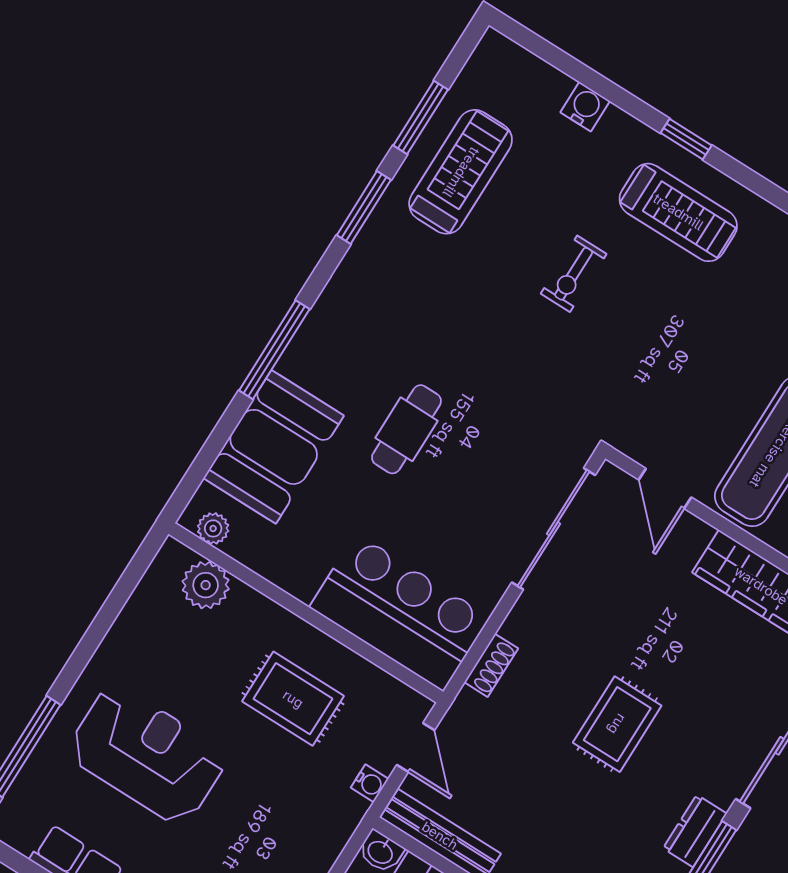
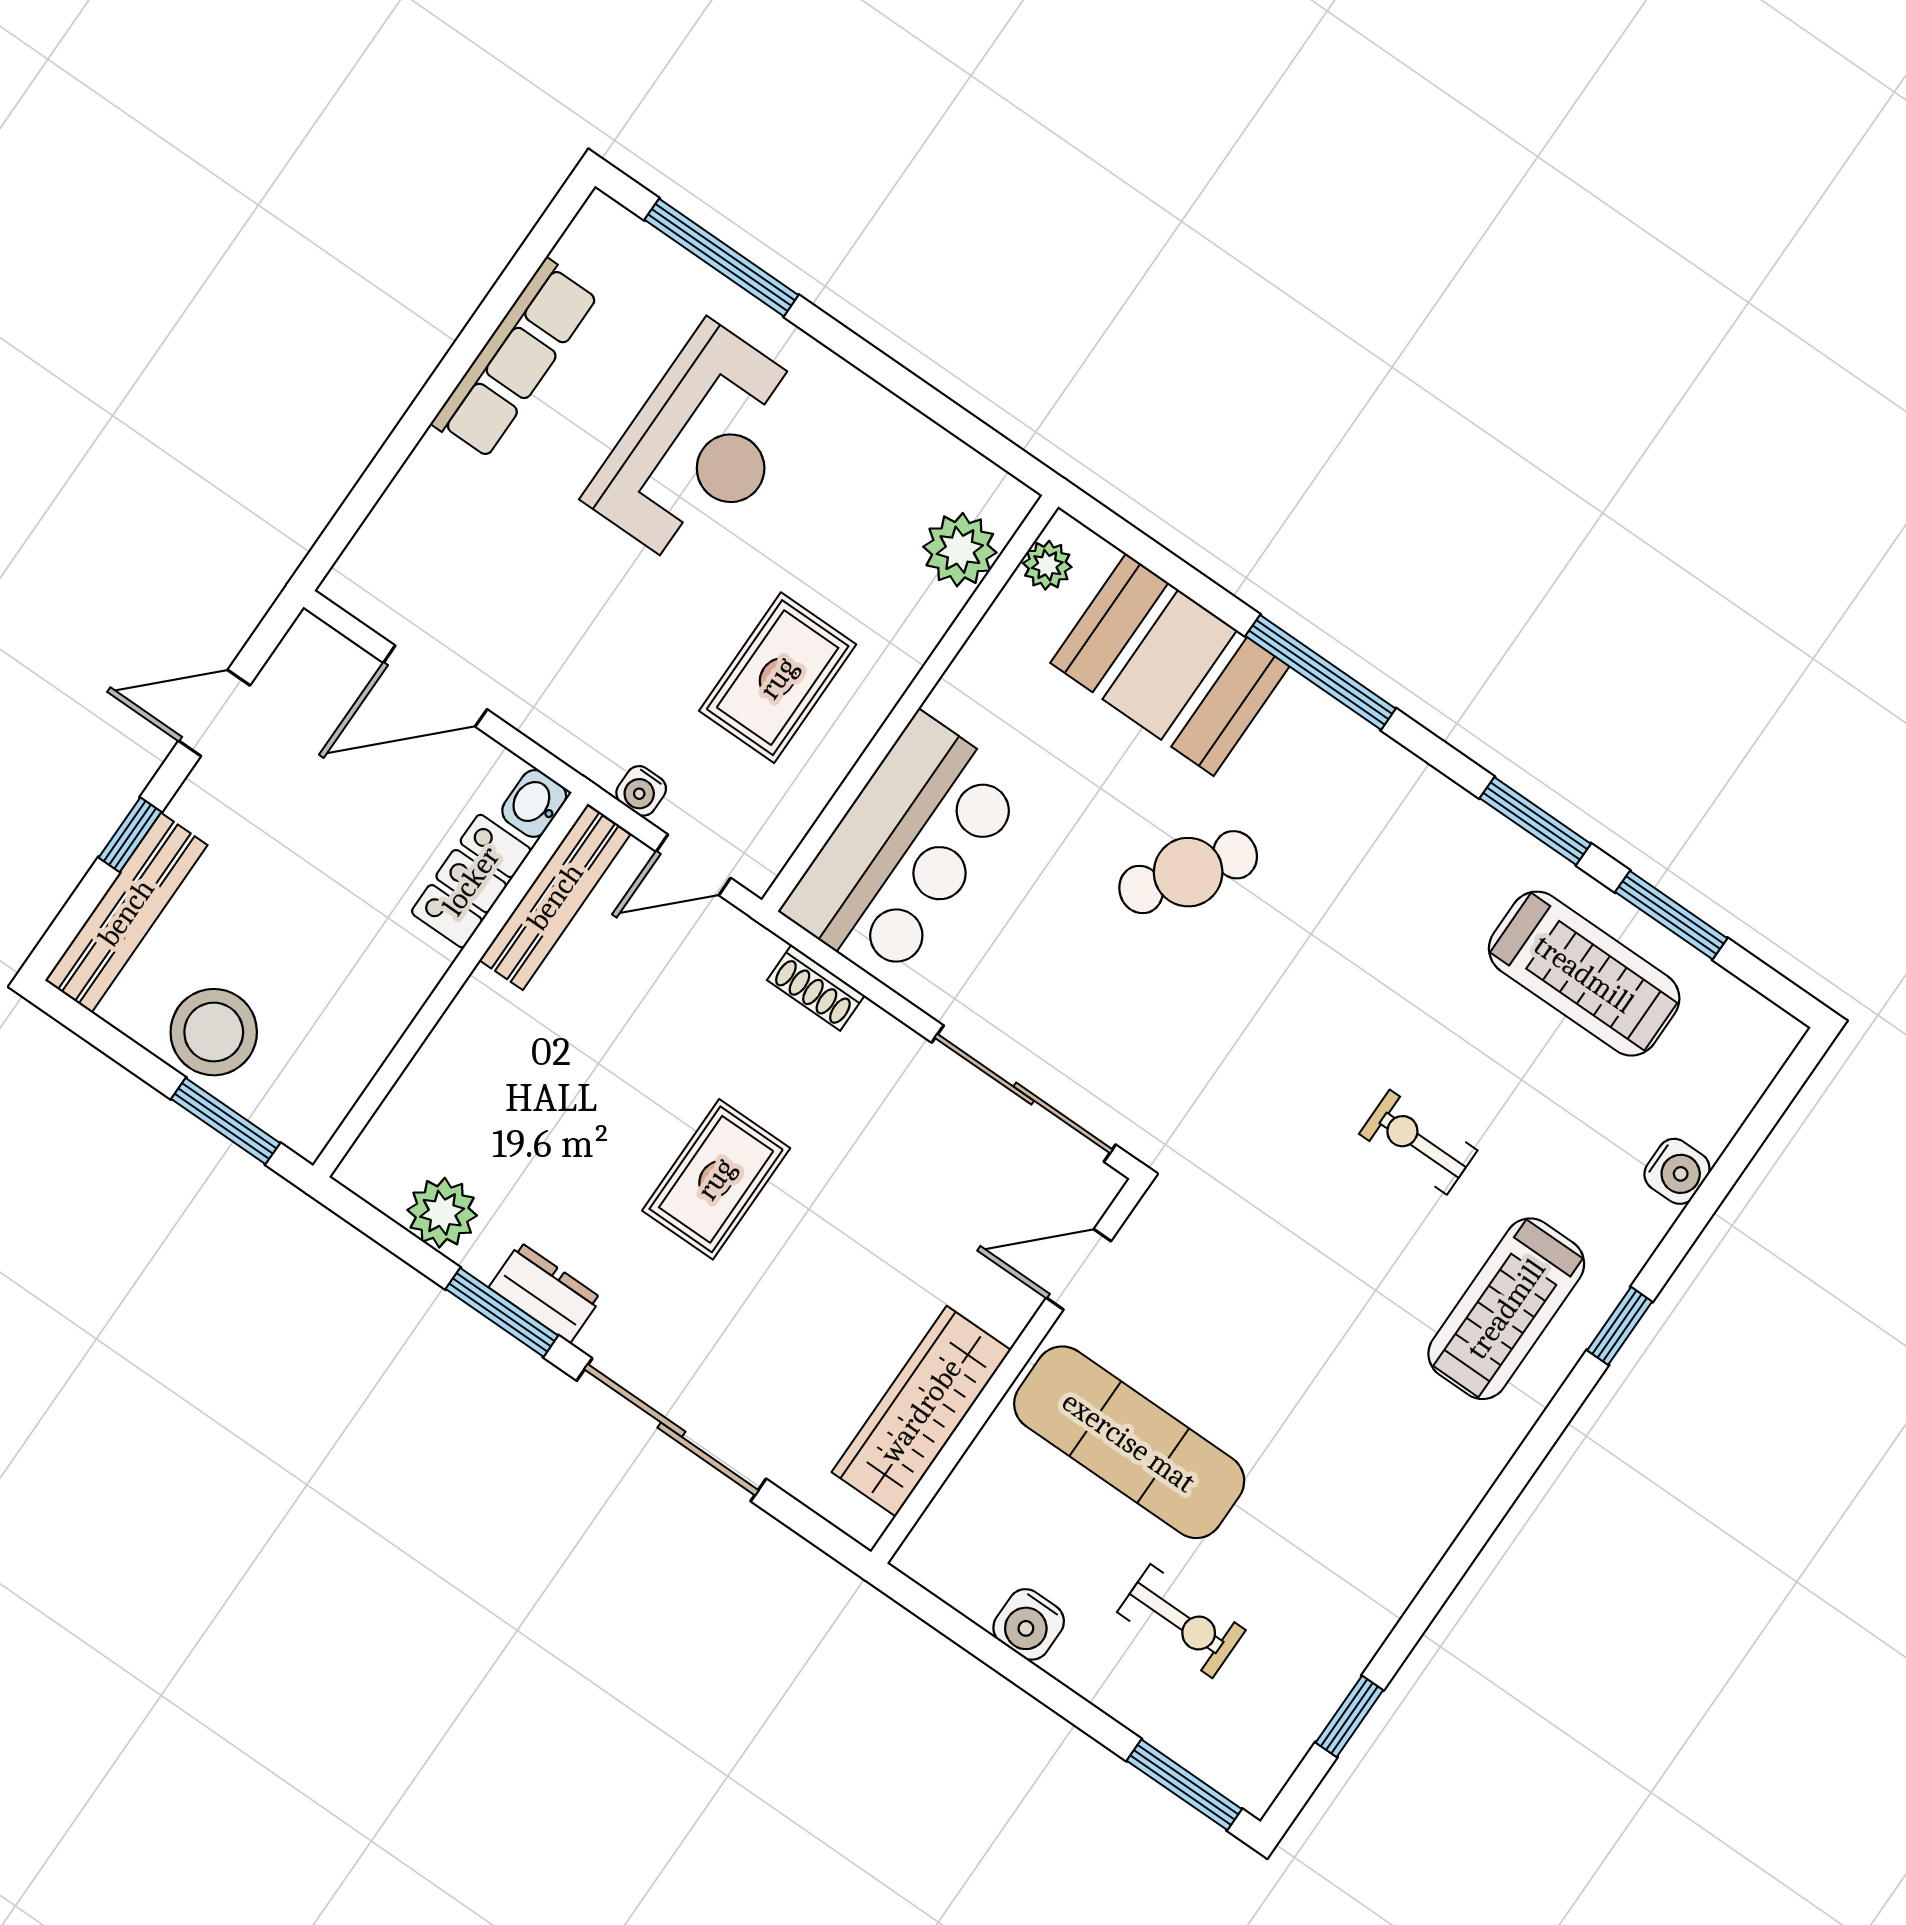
cafe table: (406, 429) -> (1188, 872), turned -55
rug: (617, 724) -> (716, 1179), turned 90

